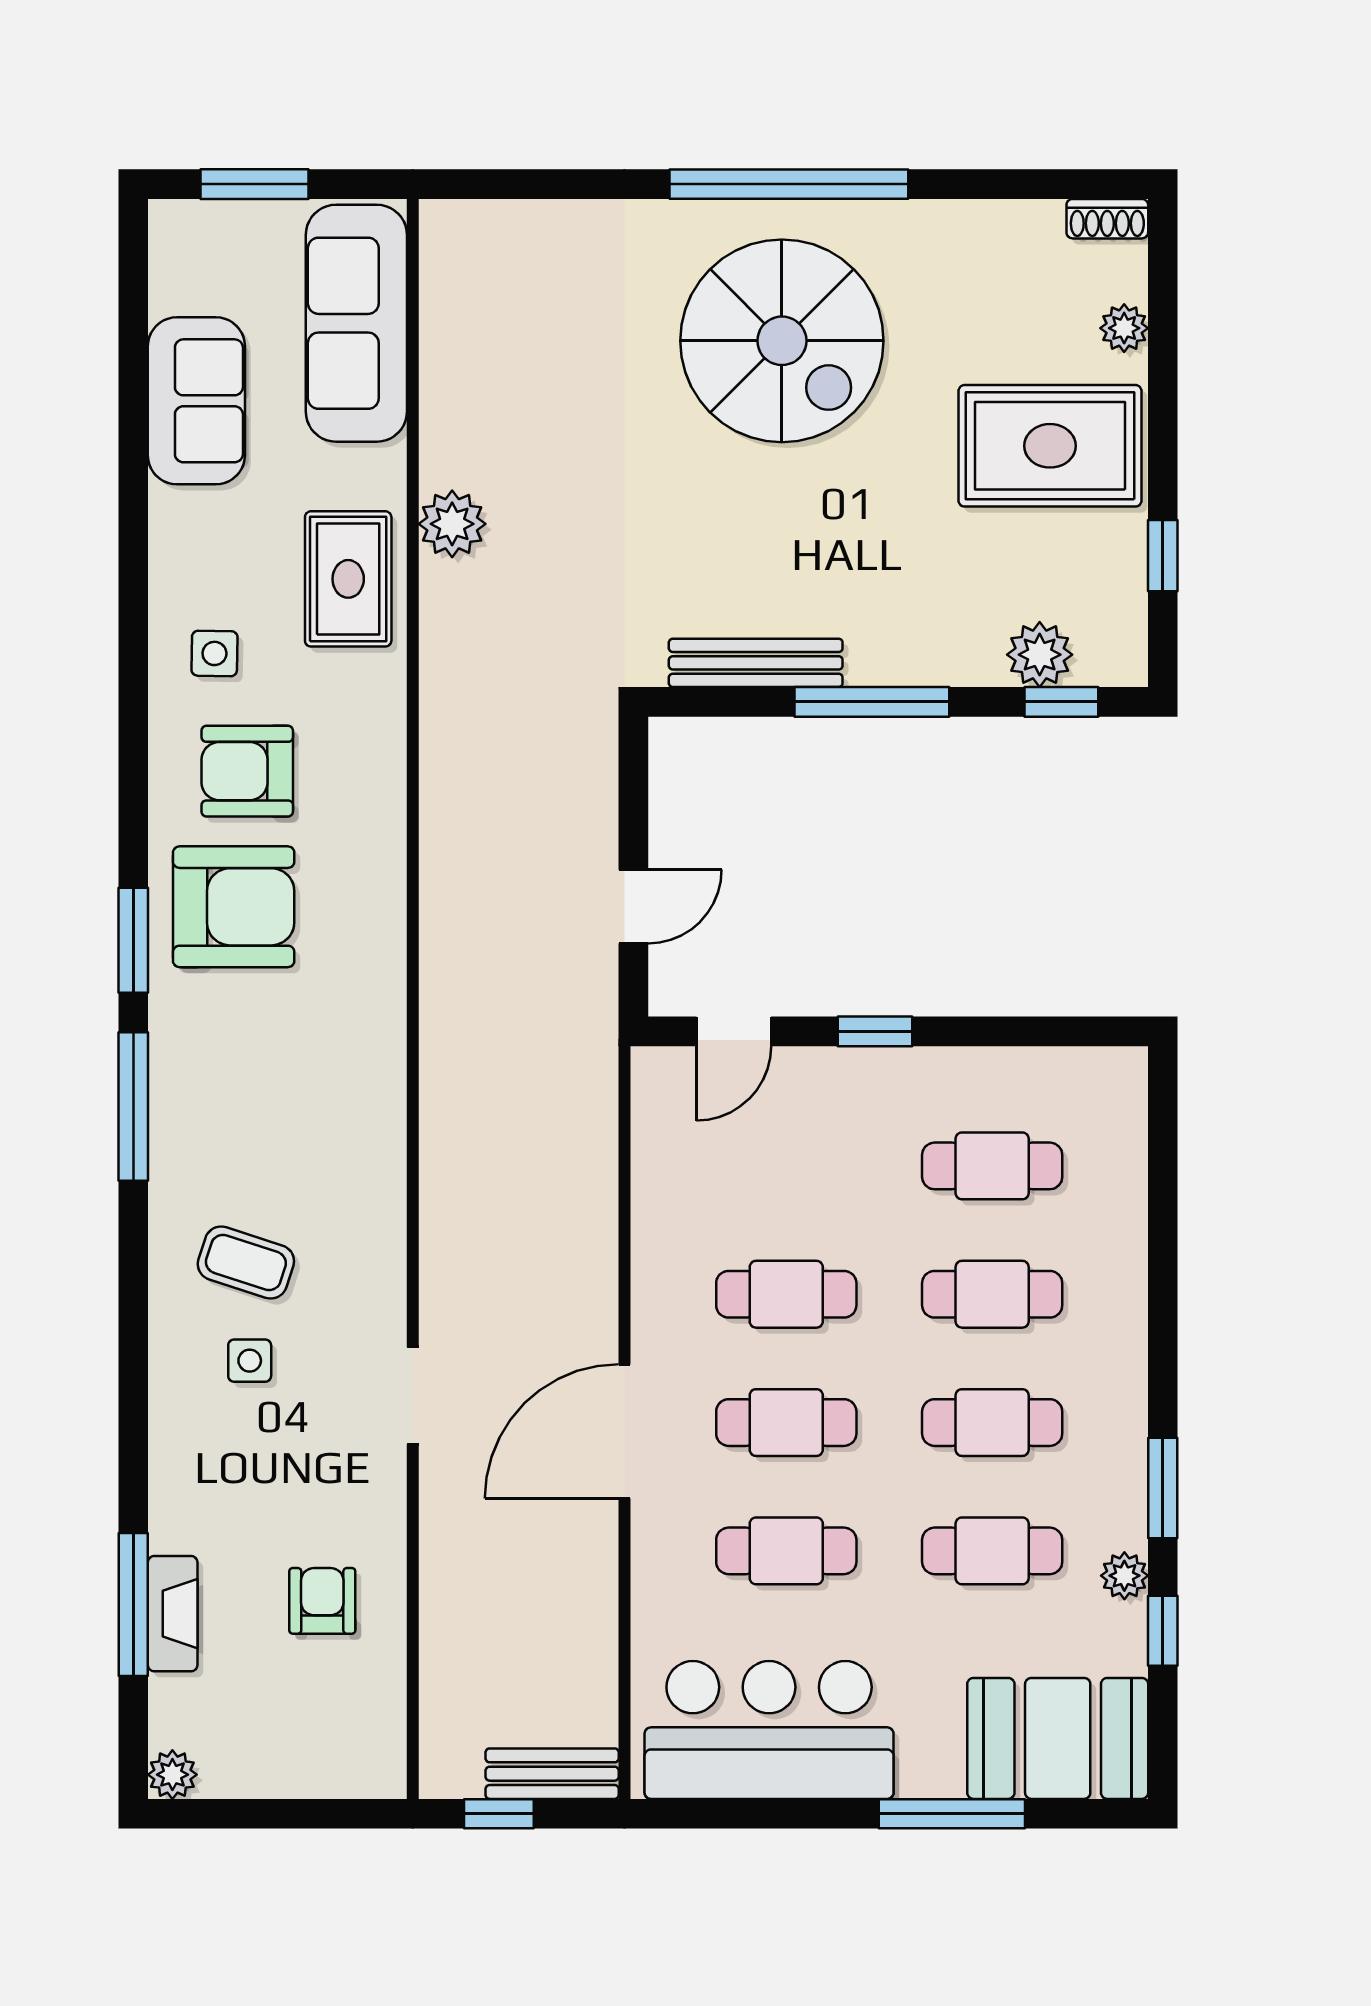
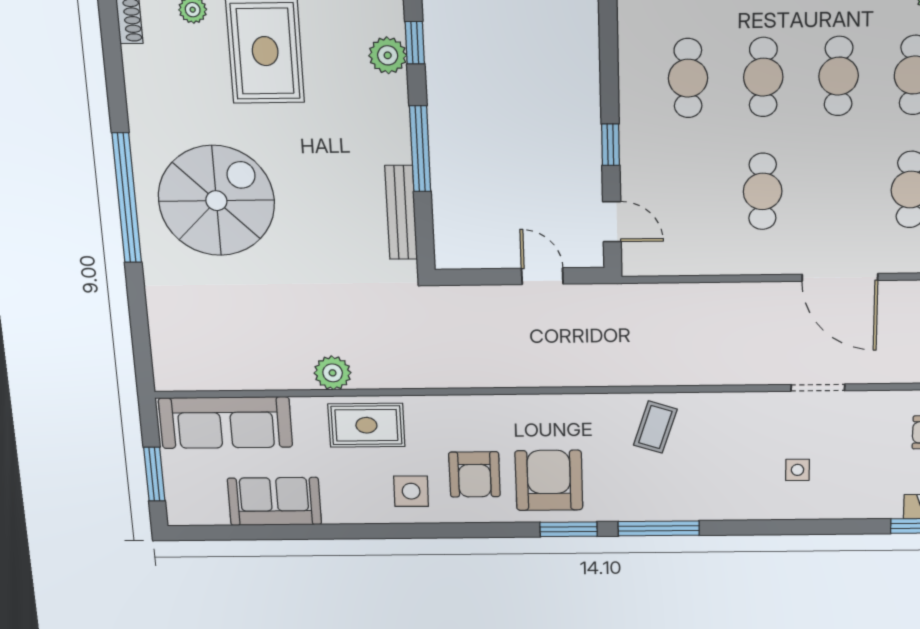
side table: (214, 653) -> (411, 491), width x1.37, depth x1.37
coffee table: (246, 1263) -> (655, 427), moved
cafe table: (786, 1423) -> (837, 190), removed

